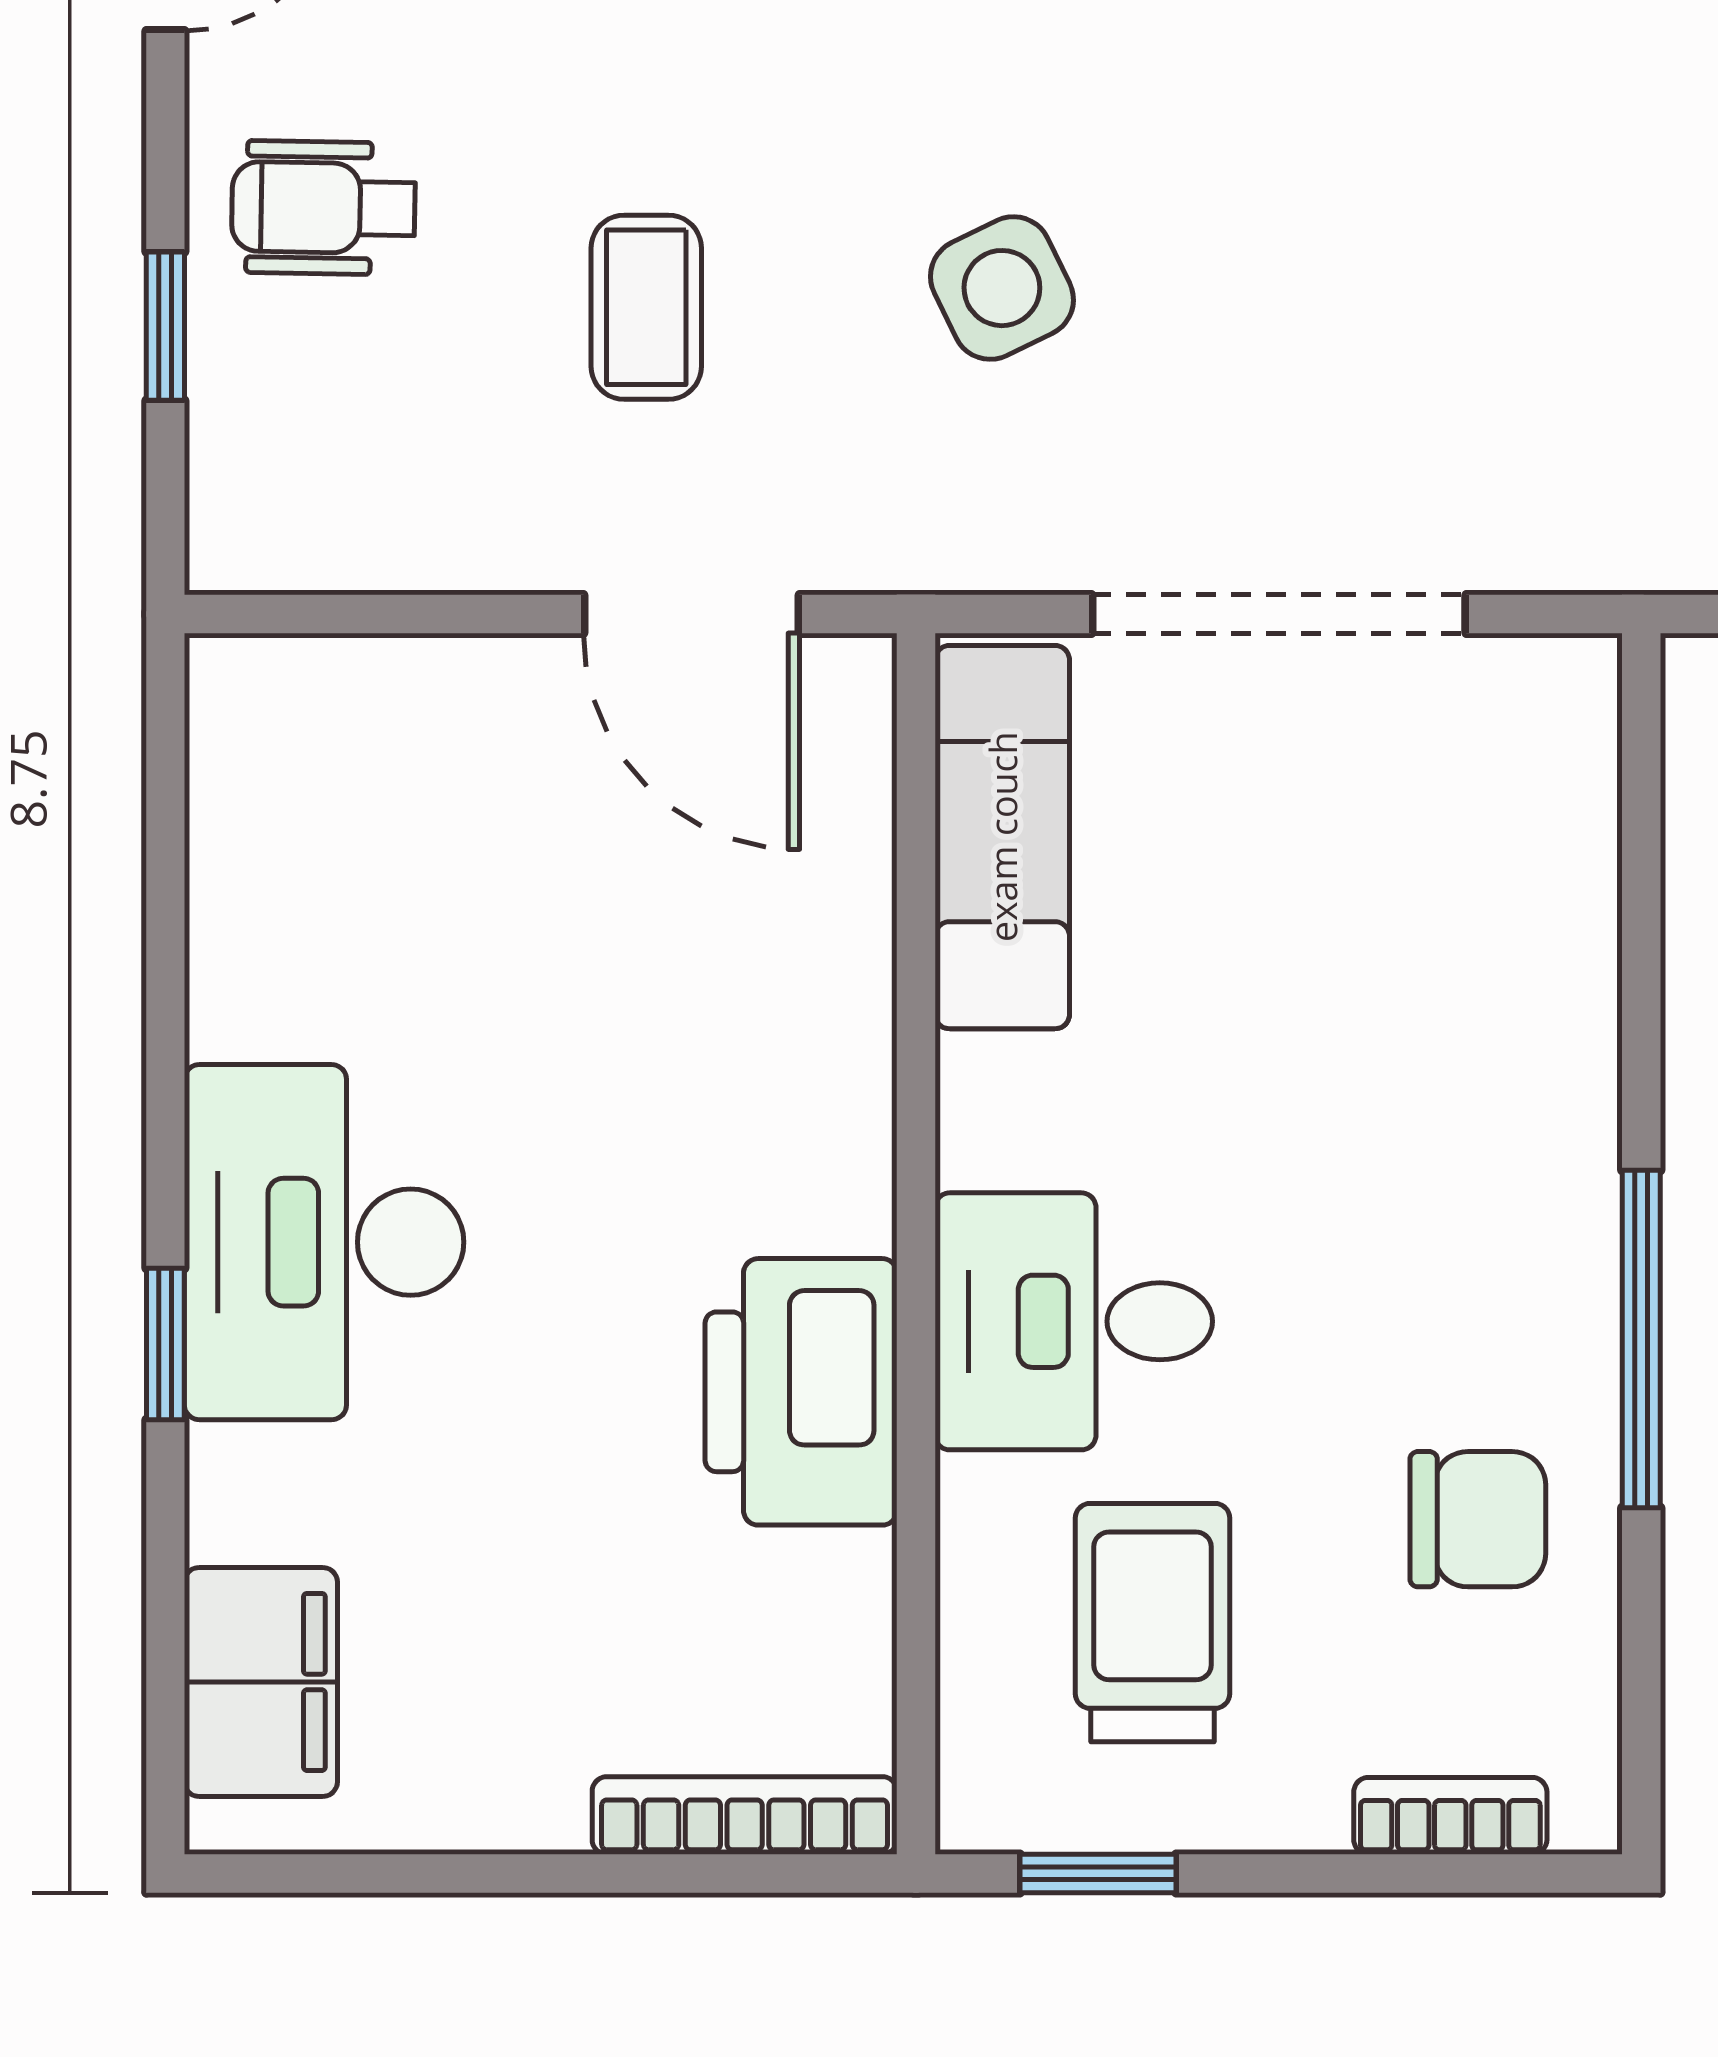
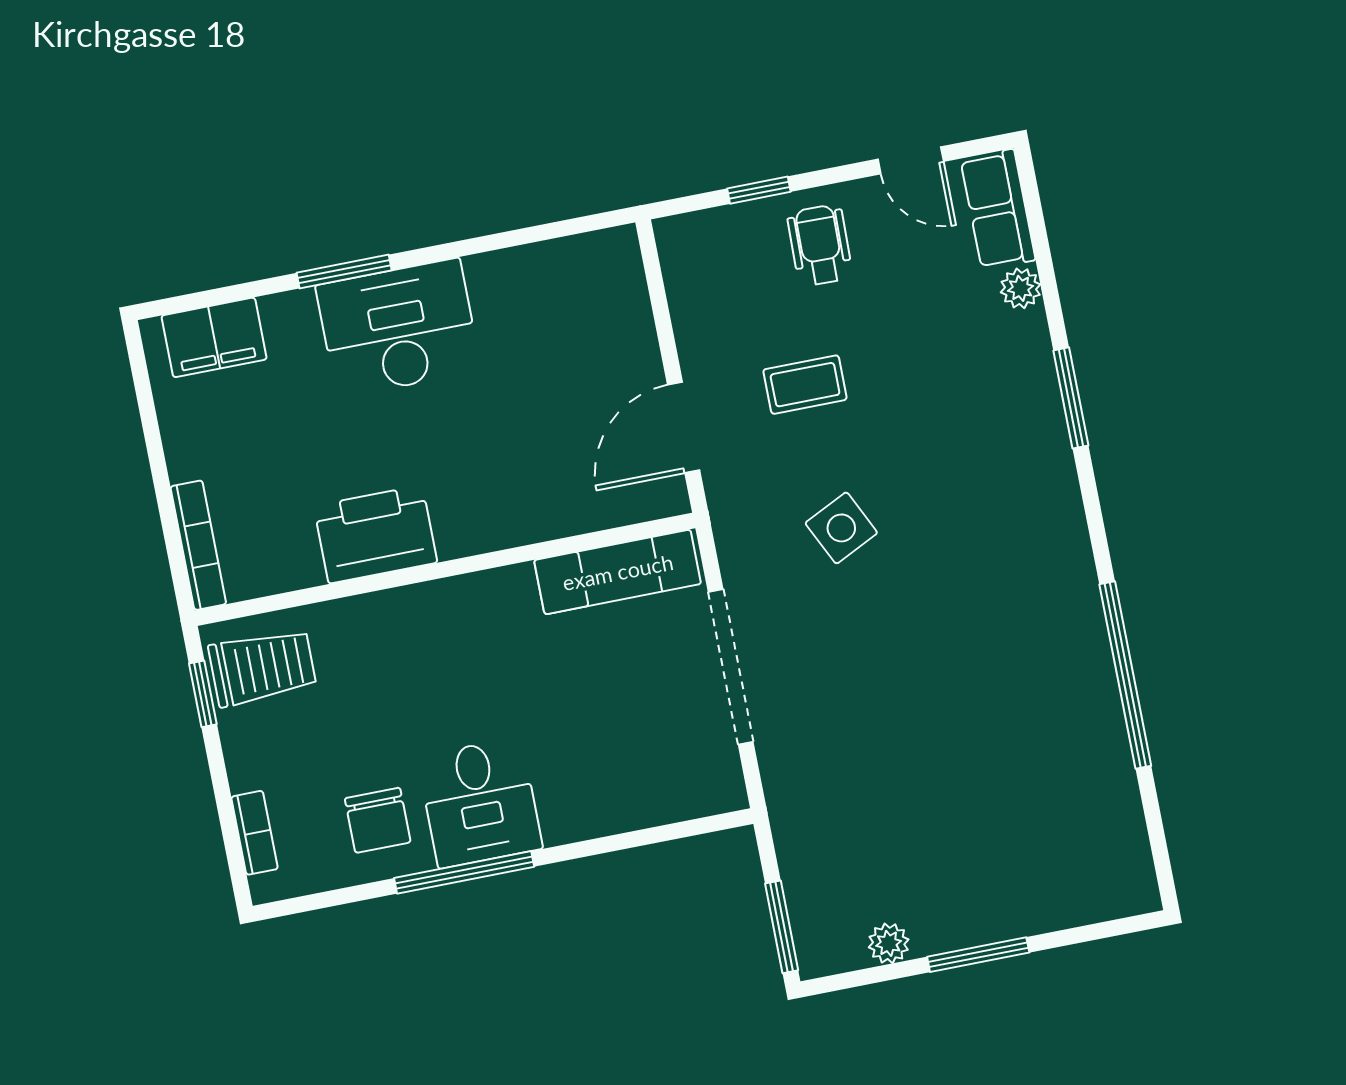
desk: (1074, 1321) -> (480, 803), moved, turned 180
window: (165, 1344) -> (344, 271), width x1.50
trolley: (1153, 1623) -> (262, 667), moved

